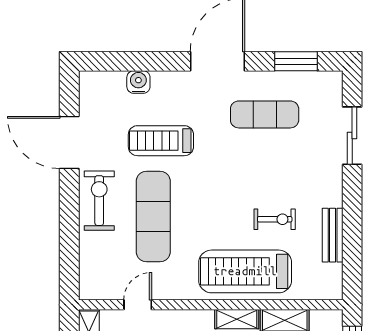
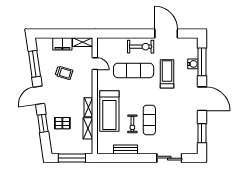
window: (134, 61) -> (202, 62), added
exercise mat: (265, 114) -> (149, 120), moved
door: (69, 142) -> (166, 33), hinge flipped
treadmill: (245, 271) -> (109, 111), turned 180

